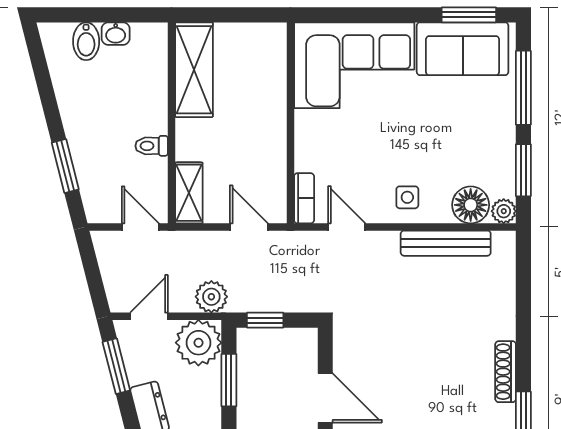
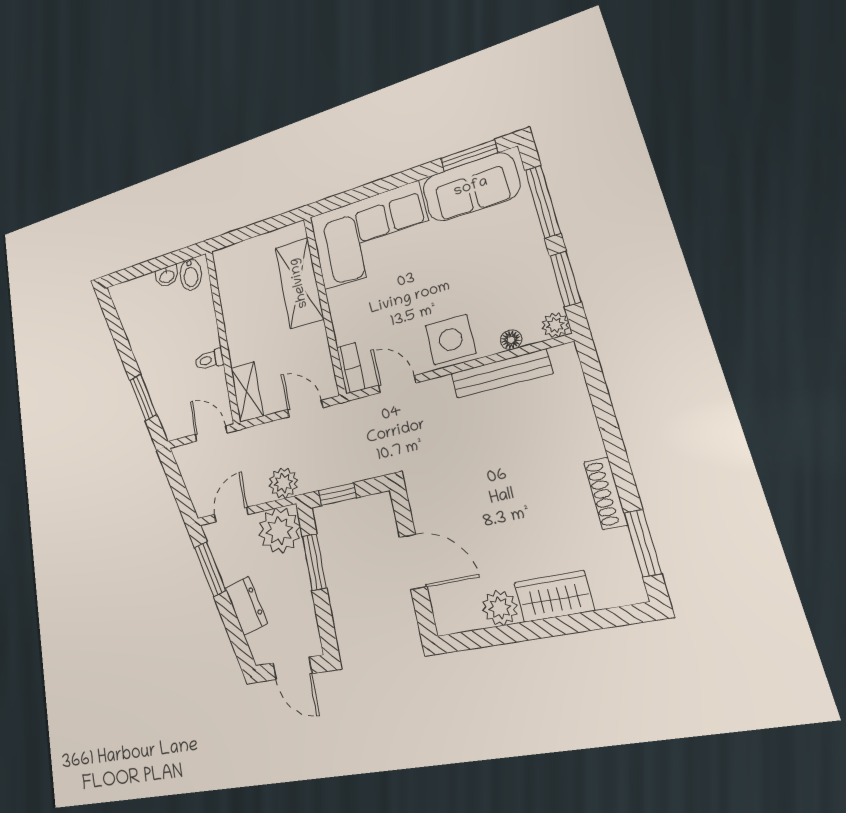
bidet: (86, 41) -> (191, 275), moved
shelving: (194, 70) -> (299, 283), moved
side table: (407, 197) -> (450, 339), width x1.87, depth x1.87
floor lamp: (471, 205) -> (511, 340), width x0.53, depth x0.53

